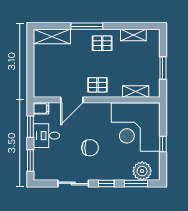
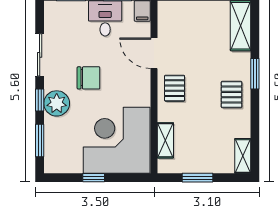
window: (87, 26) -> (255, 74), width x0.69
shelving: (133, 35) -> (243, 156), moved
chair: (90, 148) -> (88, 78), turned -90
plant: (142, 171) -> (57, 103), moved

